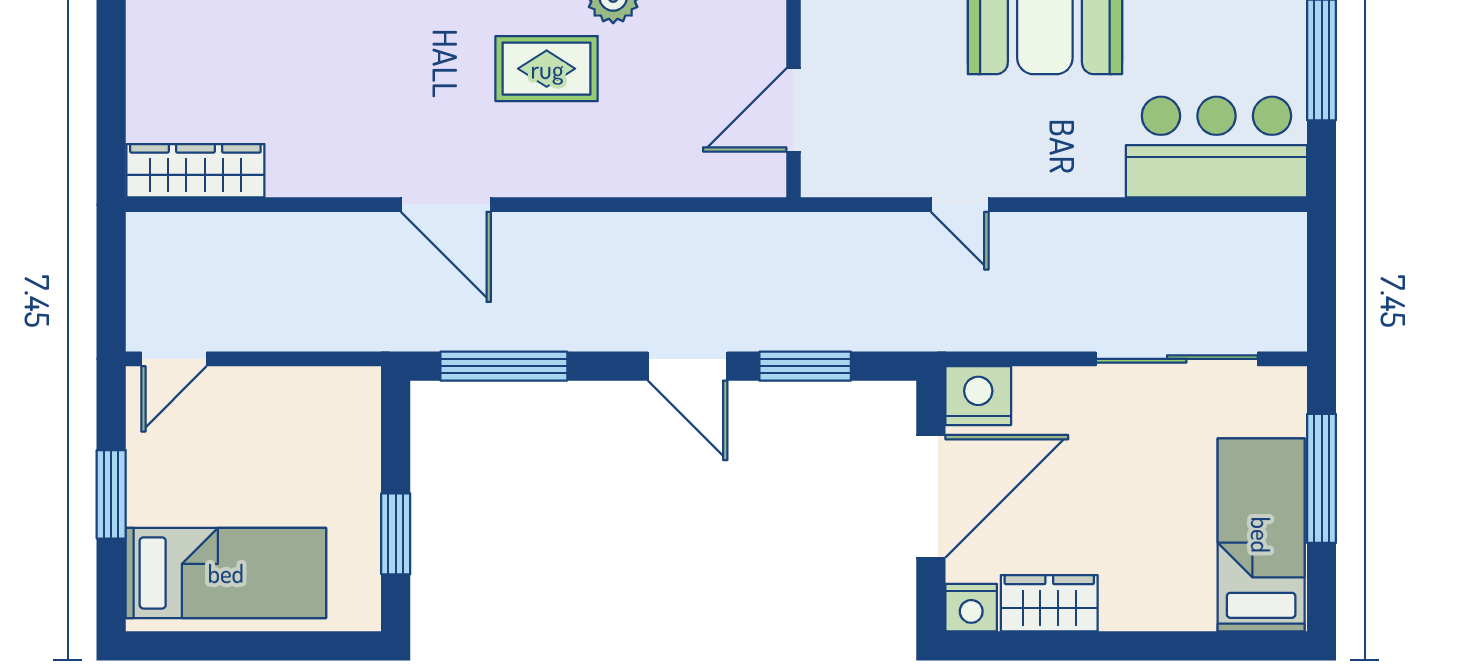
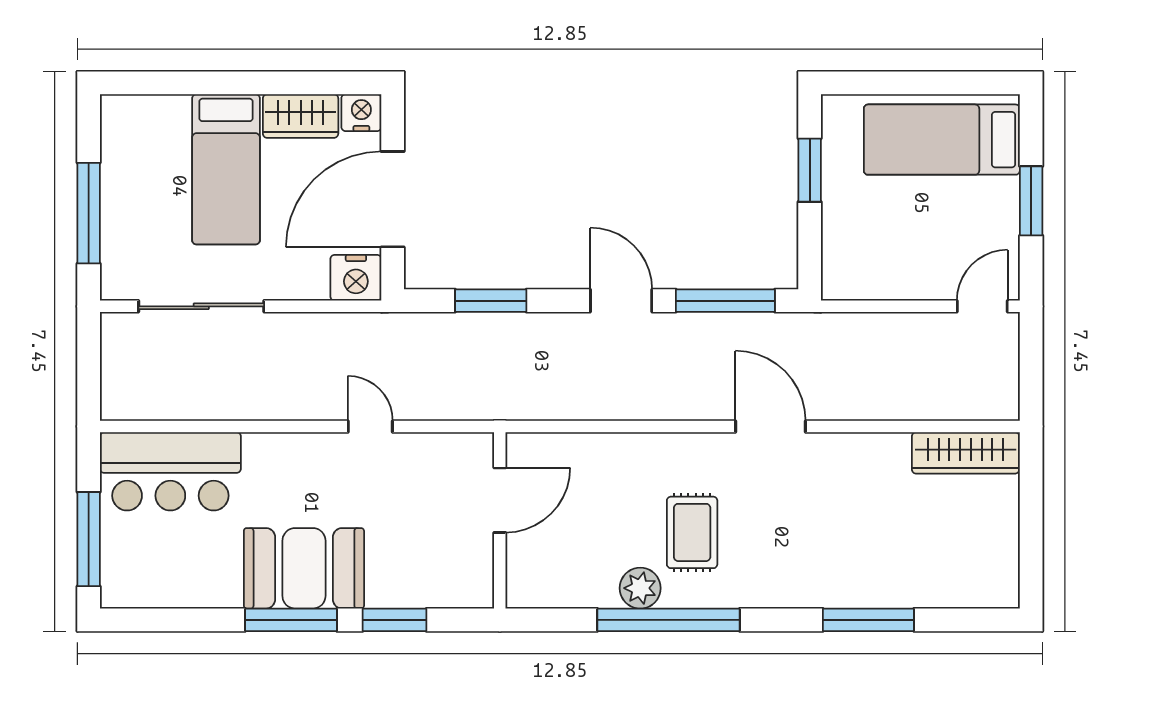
rug: (547, 69) -> (692, 532), turned 90
door: (688, 366) -> (621, 301), moved
bed: (1261, 535) -> (226, 169), moved

